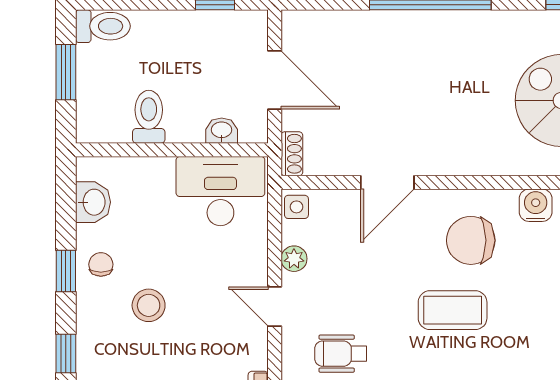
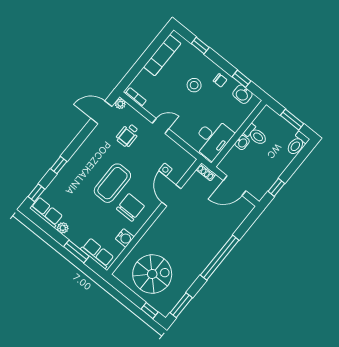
washbasin: (222, 131) -> (242, 142), moved
side table: (296, 207) -> (165, 170), moved
plant: (294, 259) -> (171, 145), removed
window: (66, 271) -> (242, 79), moved
coffee table: (453, 310) -> (112, 183), width x1.36, depth x1.32
wheelchair: (341, 354) -> (128, 135), turned 180

